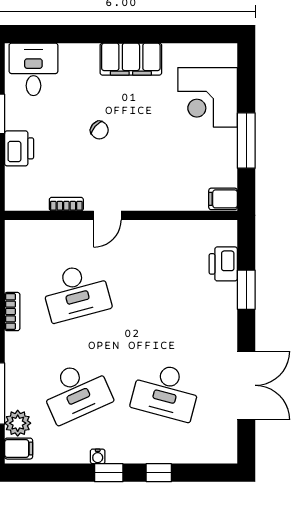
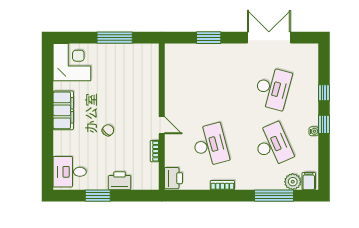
corner desk: (208, 97) -> (72, 62), moved, turned -90
filing cabinet: (223, 199) -> (151, 52), removed
printer: (223, 264) -> (173, 178), moved, turned -90

